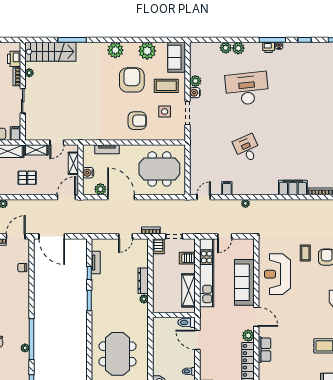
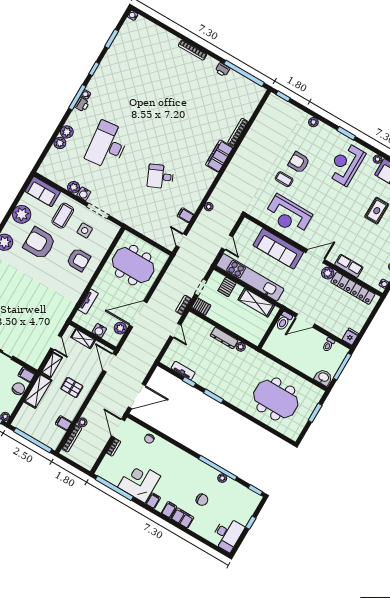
armchair: (137, 121) -> (78, 260), turned 90
meeting table: (159, 169) -> (133, 265), turned 90
pallet: (27, 178) -> (72, 387), turned 90

